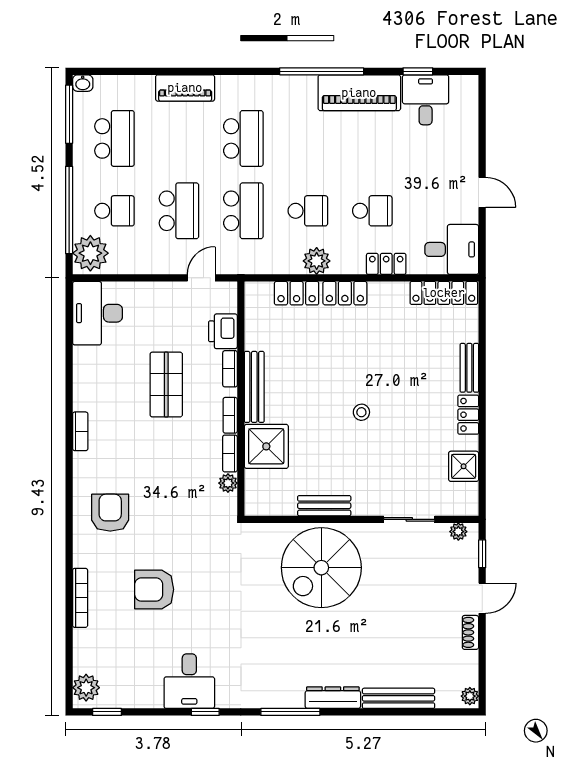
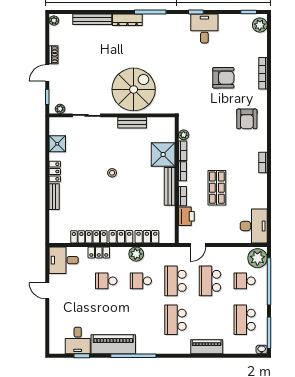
locker: (444, 293) -> (89, 237), moved

